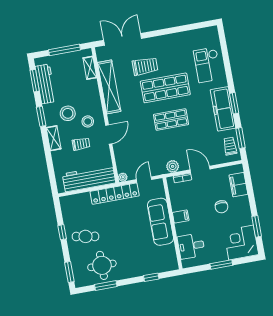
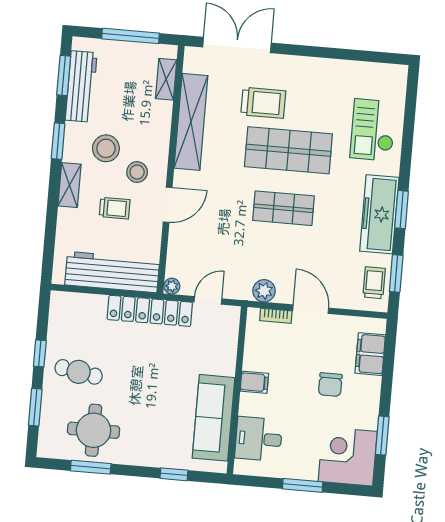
sofa: (160, 222) -> (213, 418), moved
window: (69, 272) -> (35, 407), moved

